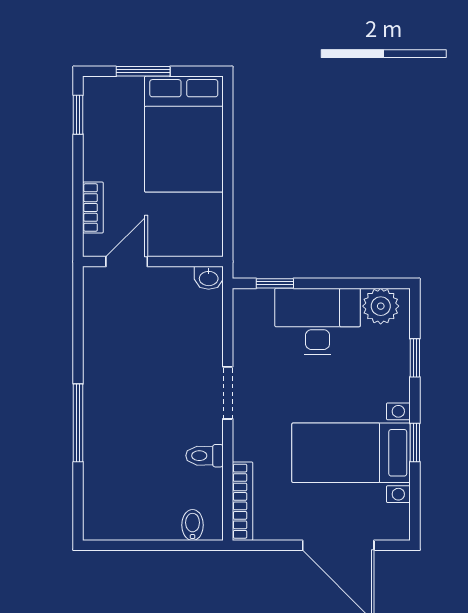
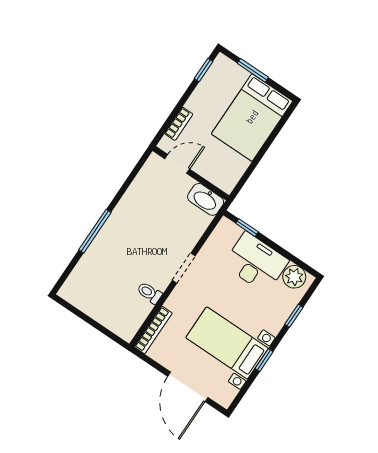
washbasin: (209, 278) -> (206, 199), width x1.91, depth x1.45
bidet: (193, 525) -> (119, 325), removed

